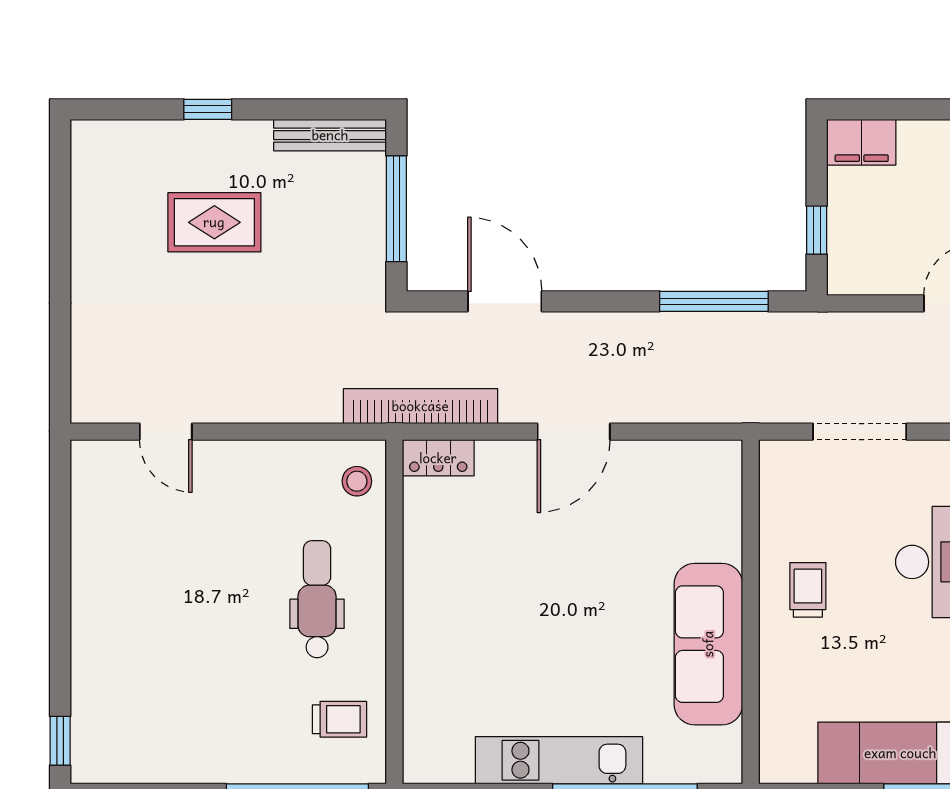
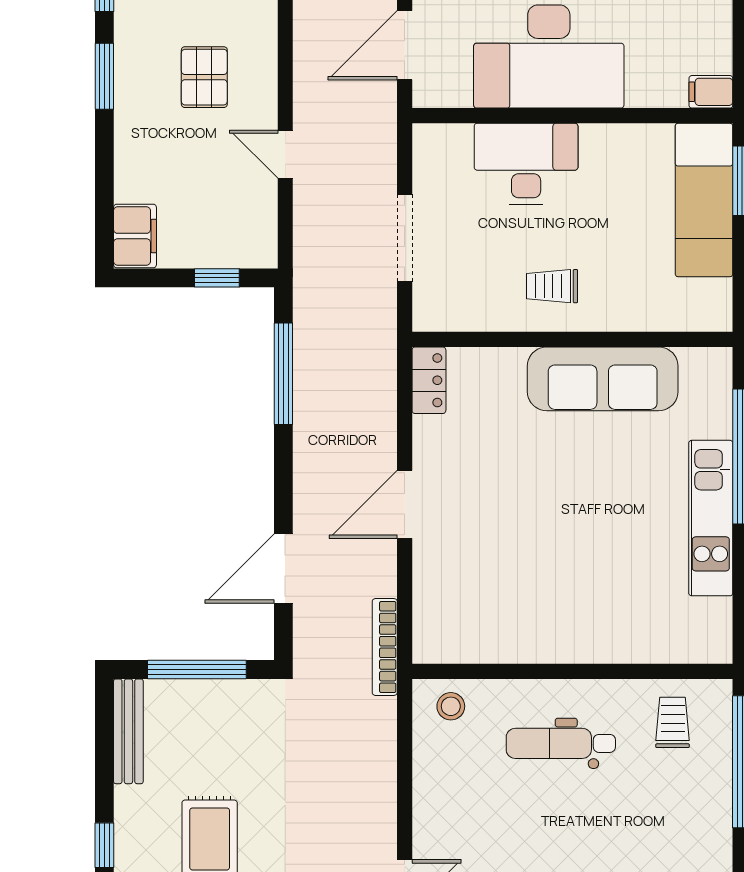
bookcase: (420, 406) -> (385, 647), width x0.68, depth x0.76
door: (574, 432) -> (405, 504), swing flipped
locker: (438, 458) -> (429, 380), moved

